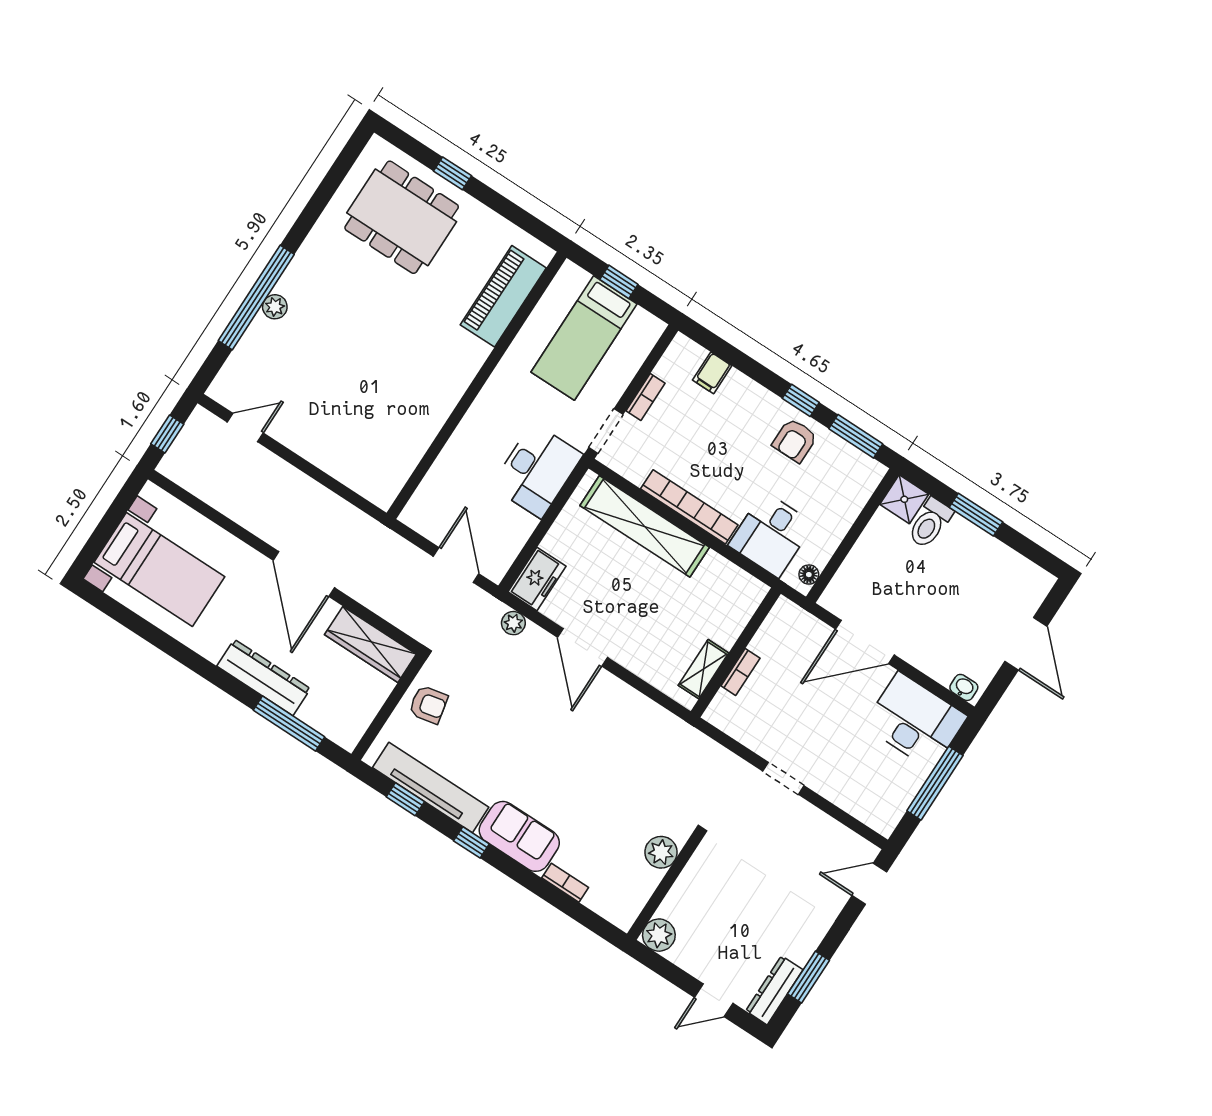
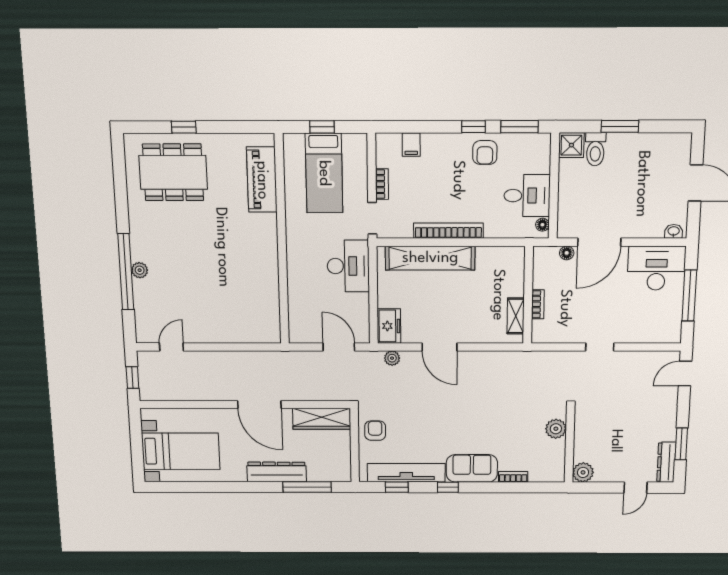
desk: (771, 535) -> (527, 196), moved, turned -90
floor lamp: (817, 630) -> (567, 253), added
armchair: (428, 705) -> (375, 431), turned -78

